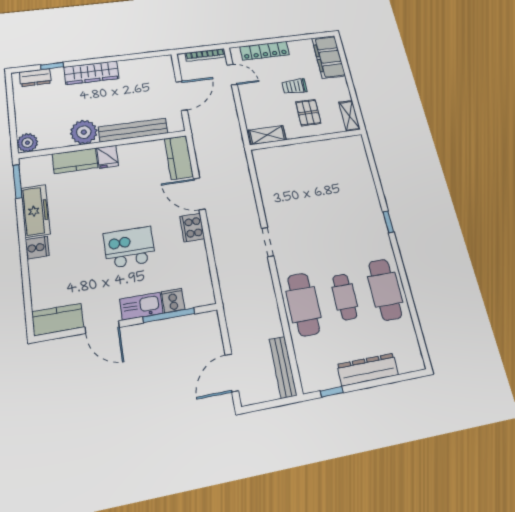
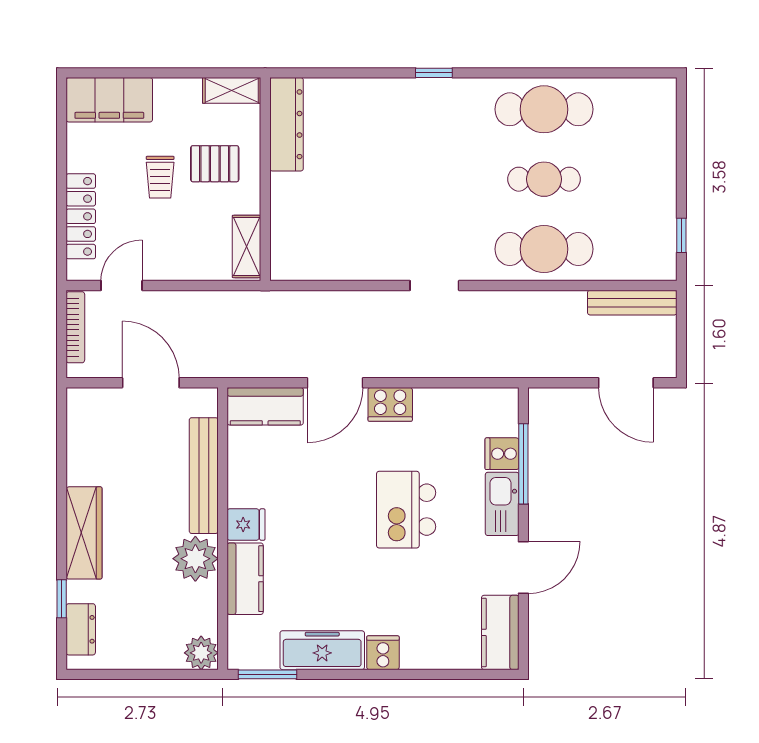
dresser: (368, 370) -> (286, 124), moved, turned 180

